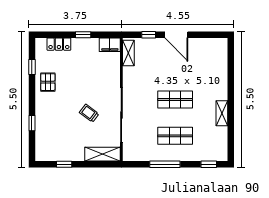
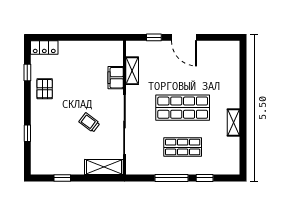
window: (83, 35) -> (83, 37), removed
locker: (59, 44) -> (44, 48), moved
filing cabinet: (110, 45) -> (116, 78), moved, turned 90
shelving: (128, 53) -> (132, 71), moved
shop shelf: (175, 99) -> (183, 108), width x1.43, depth x1.36
window: (209, 164) -> (205, 178), moved

